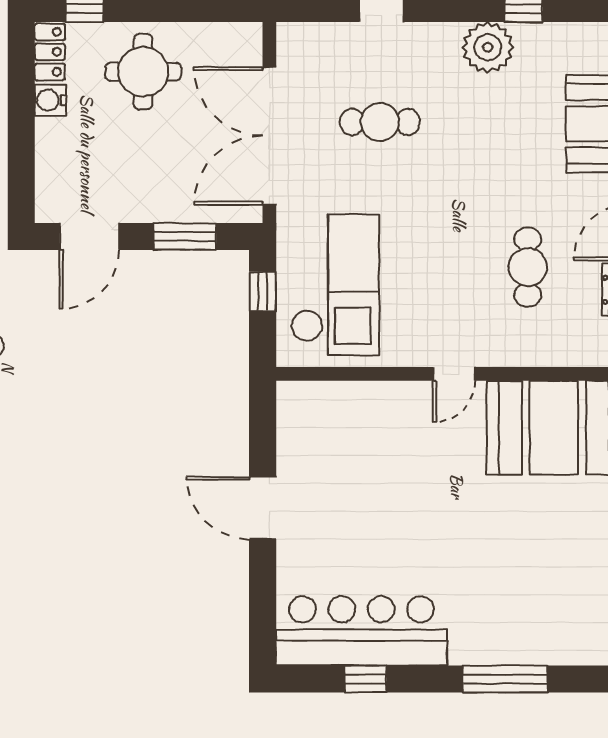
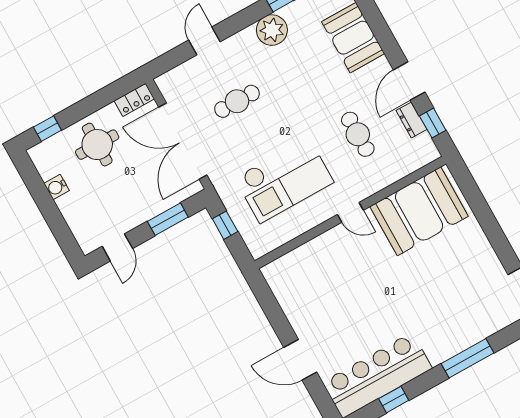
locker: (50, 52) -> (134, 100), moved, turned 90
door: (89, 236) -> (117, 247), width x0.73
checkout: (335, 285) -> (284, 180), moved, turned 90
door: (454, 374) -> (350, 212), hinge flipped
door: (263, 508) -> (300, 360), moved

